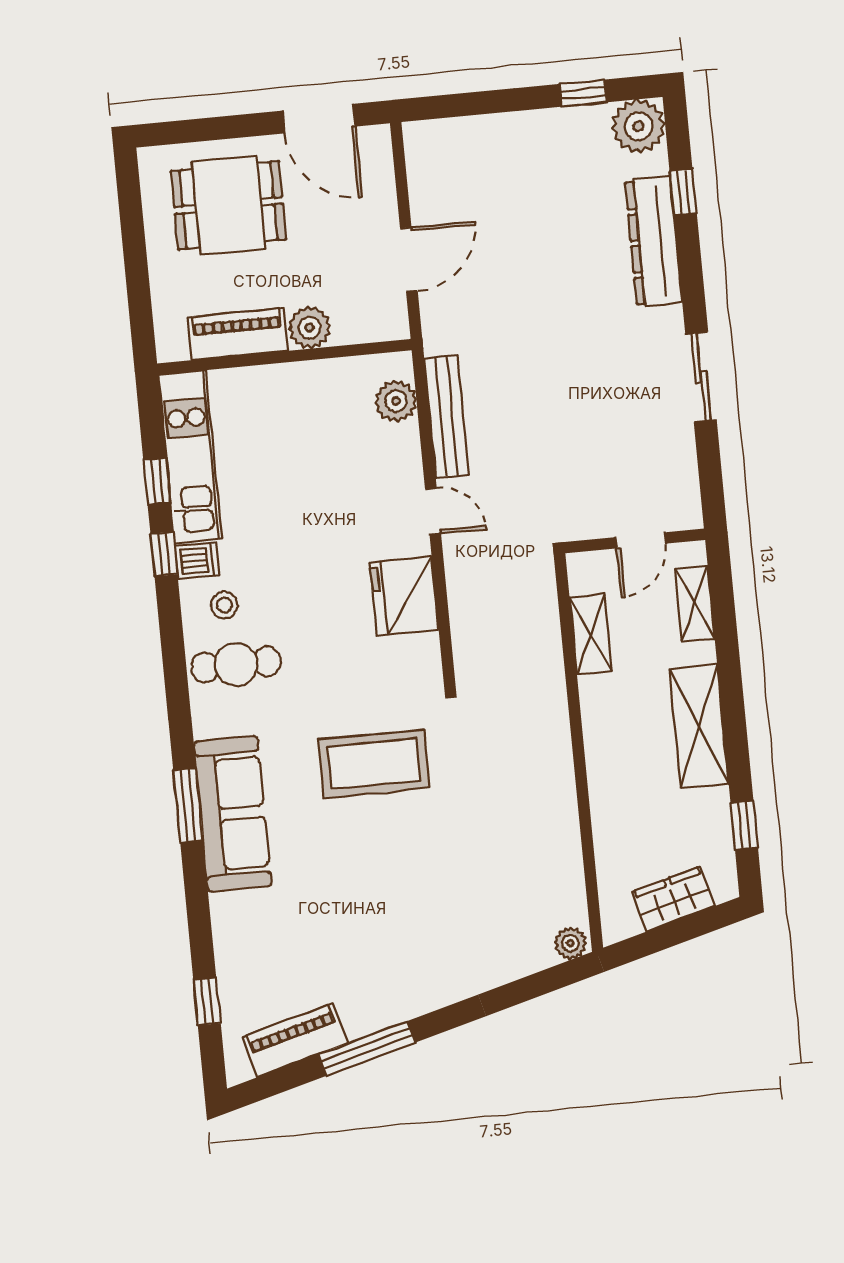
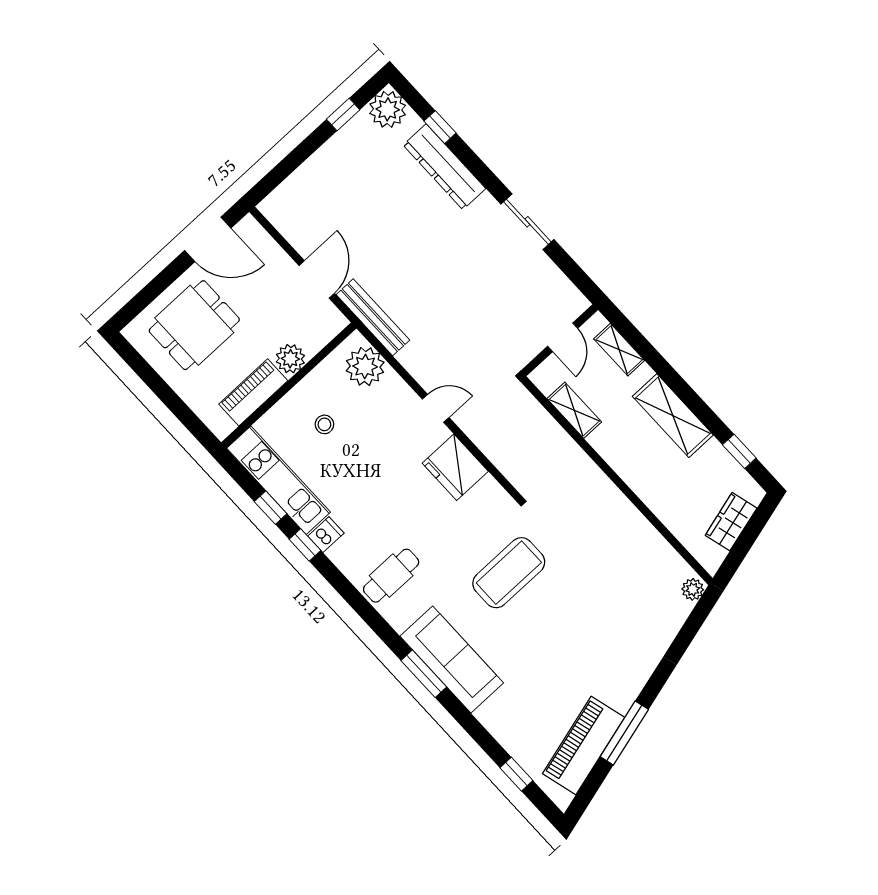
plant: (396, 401) -> (365, 366), width x1.36, depth x1.36
bench: (447, 417) -> (373, 317), moved
stool: (224, 605) -> (324, 424), moved
piano: (295, 1040) -> (584, 745), width x1.37, depth x1.33

